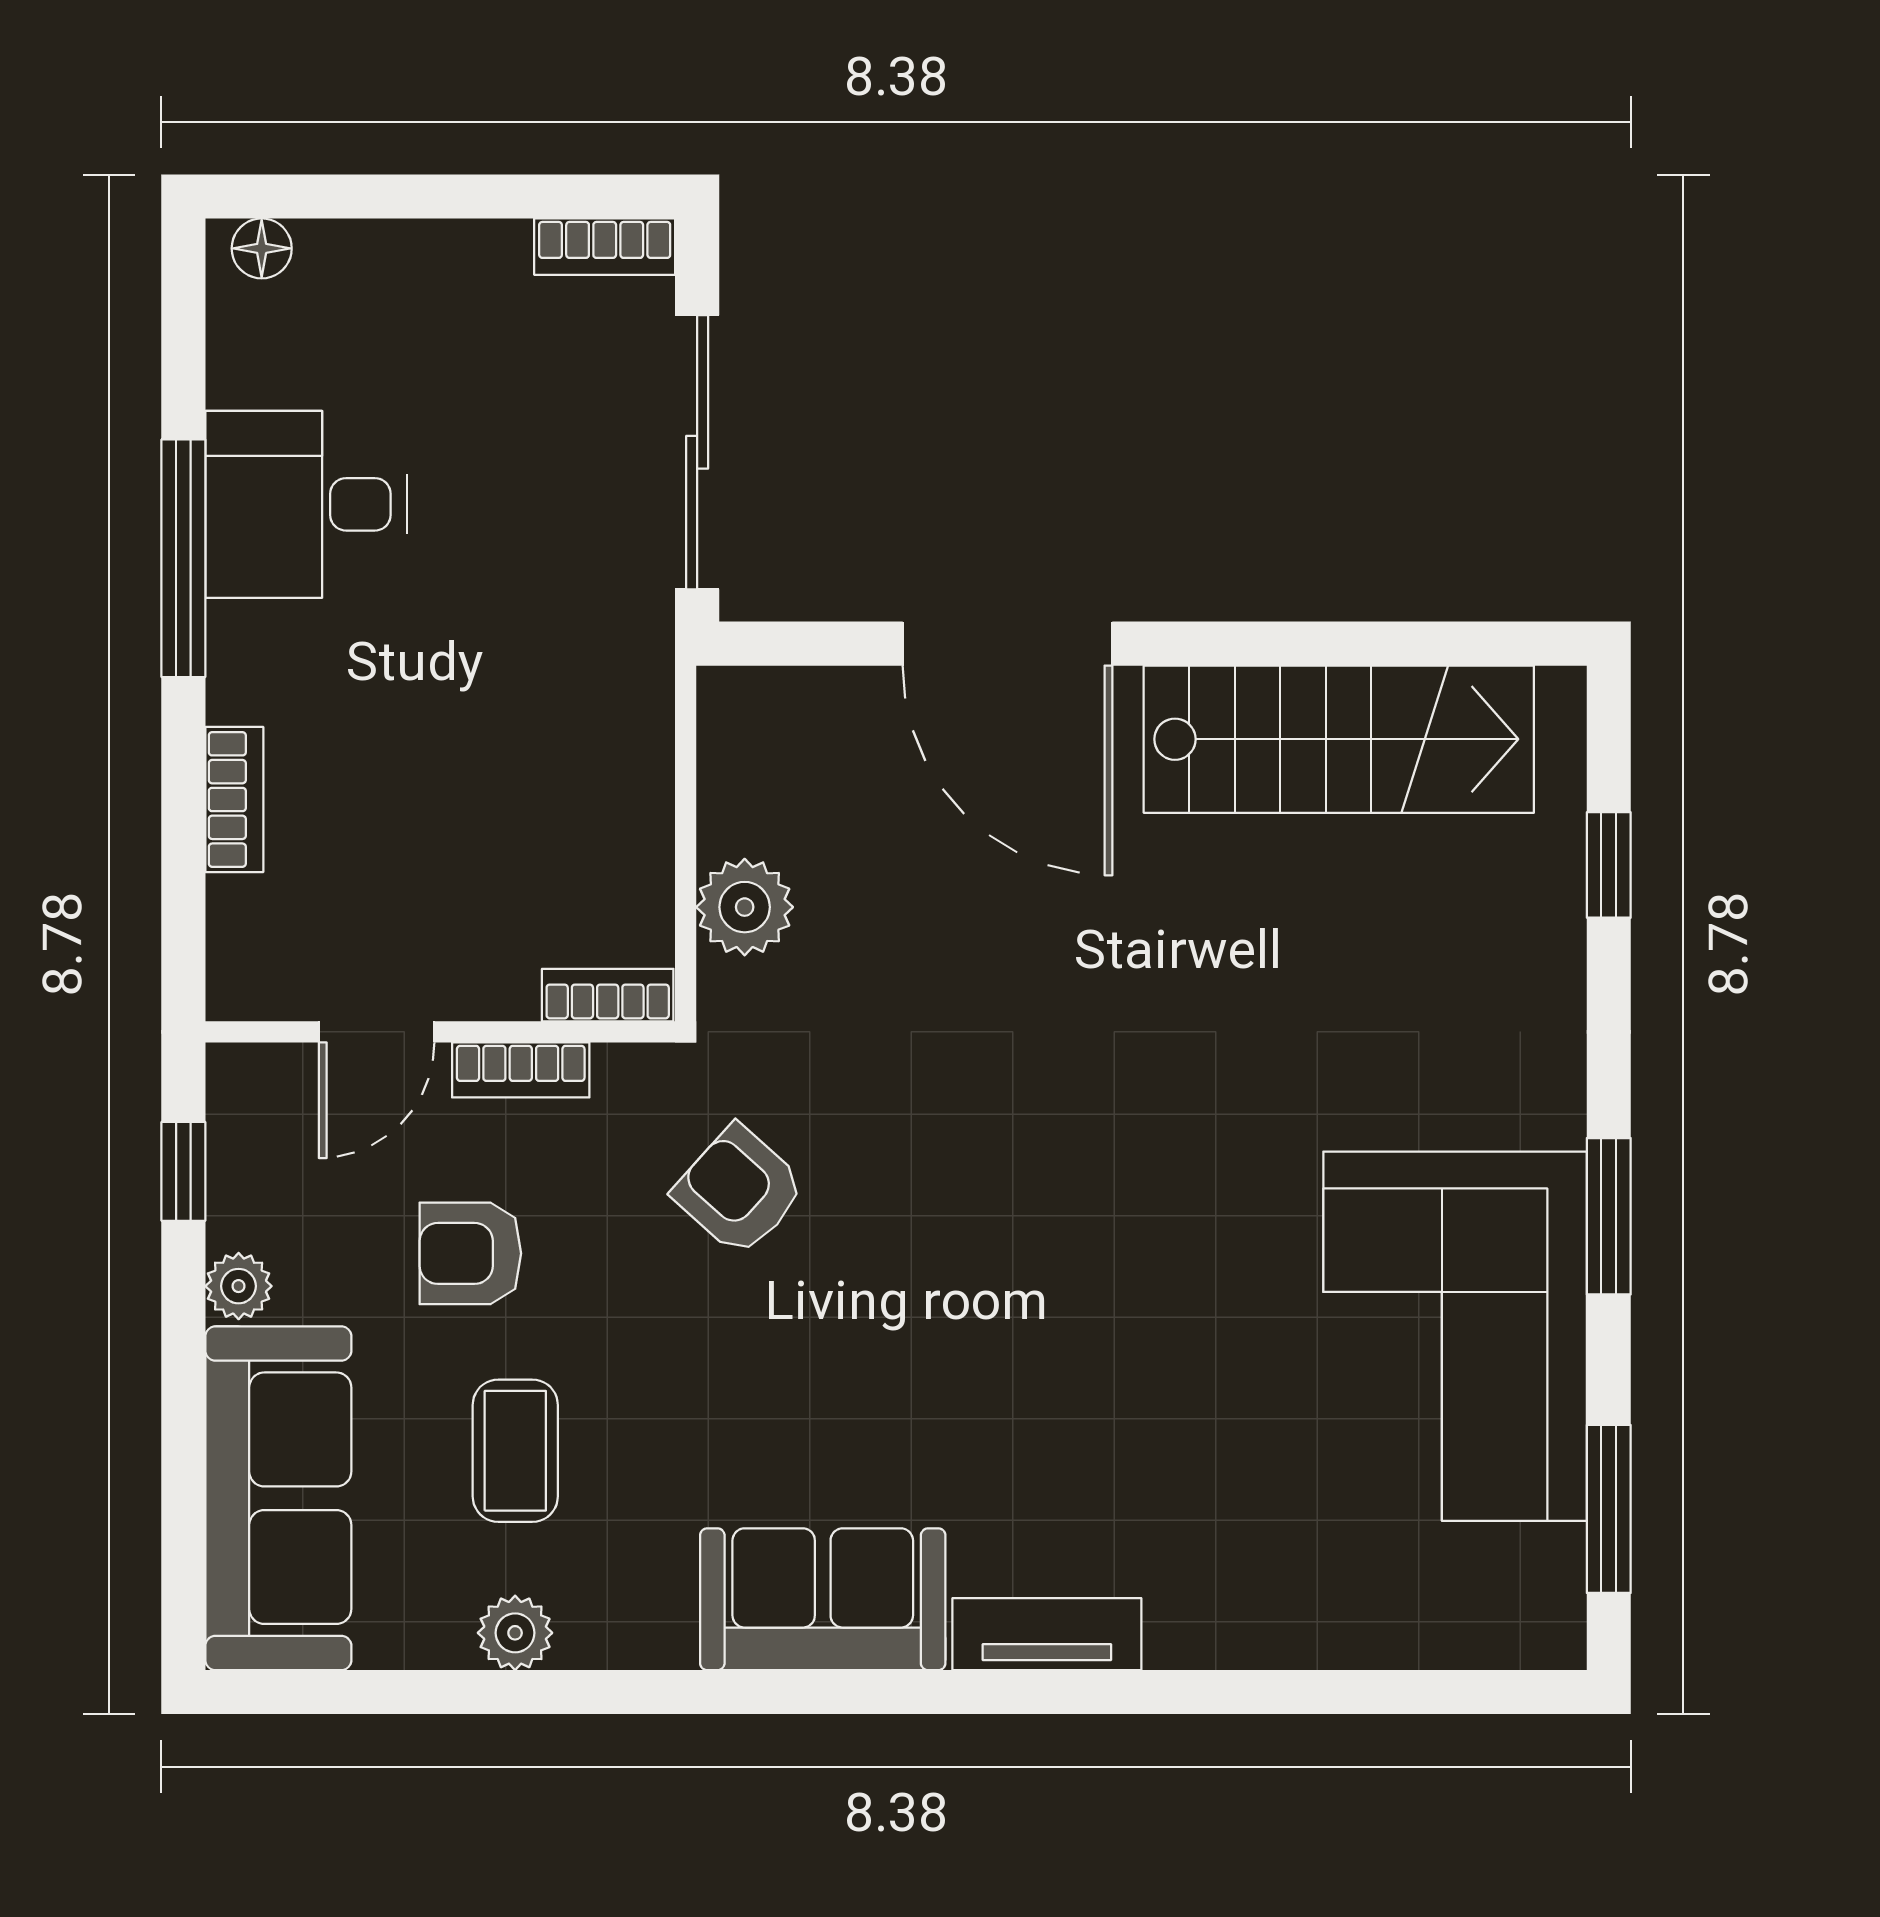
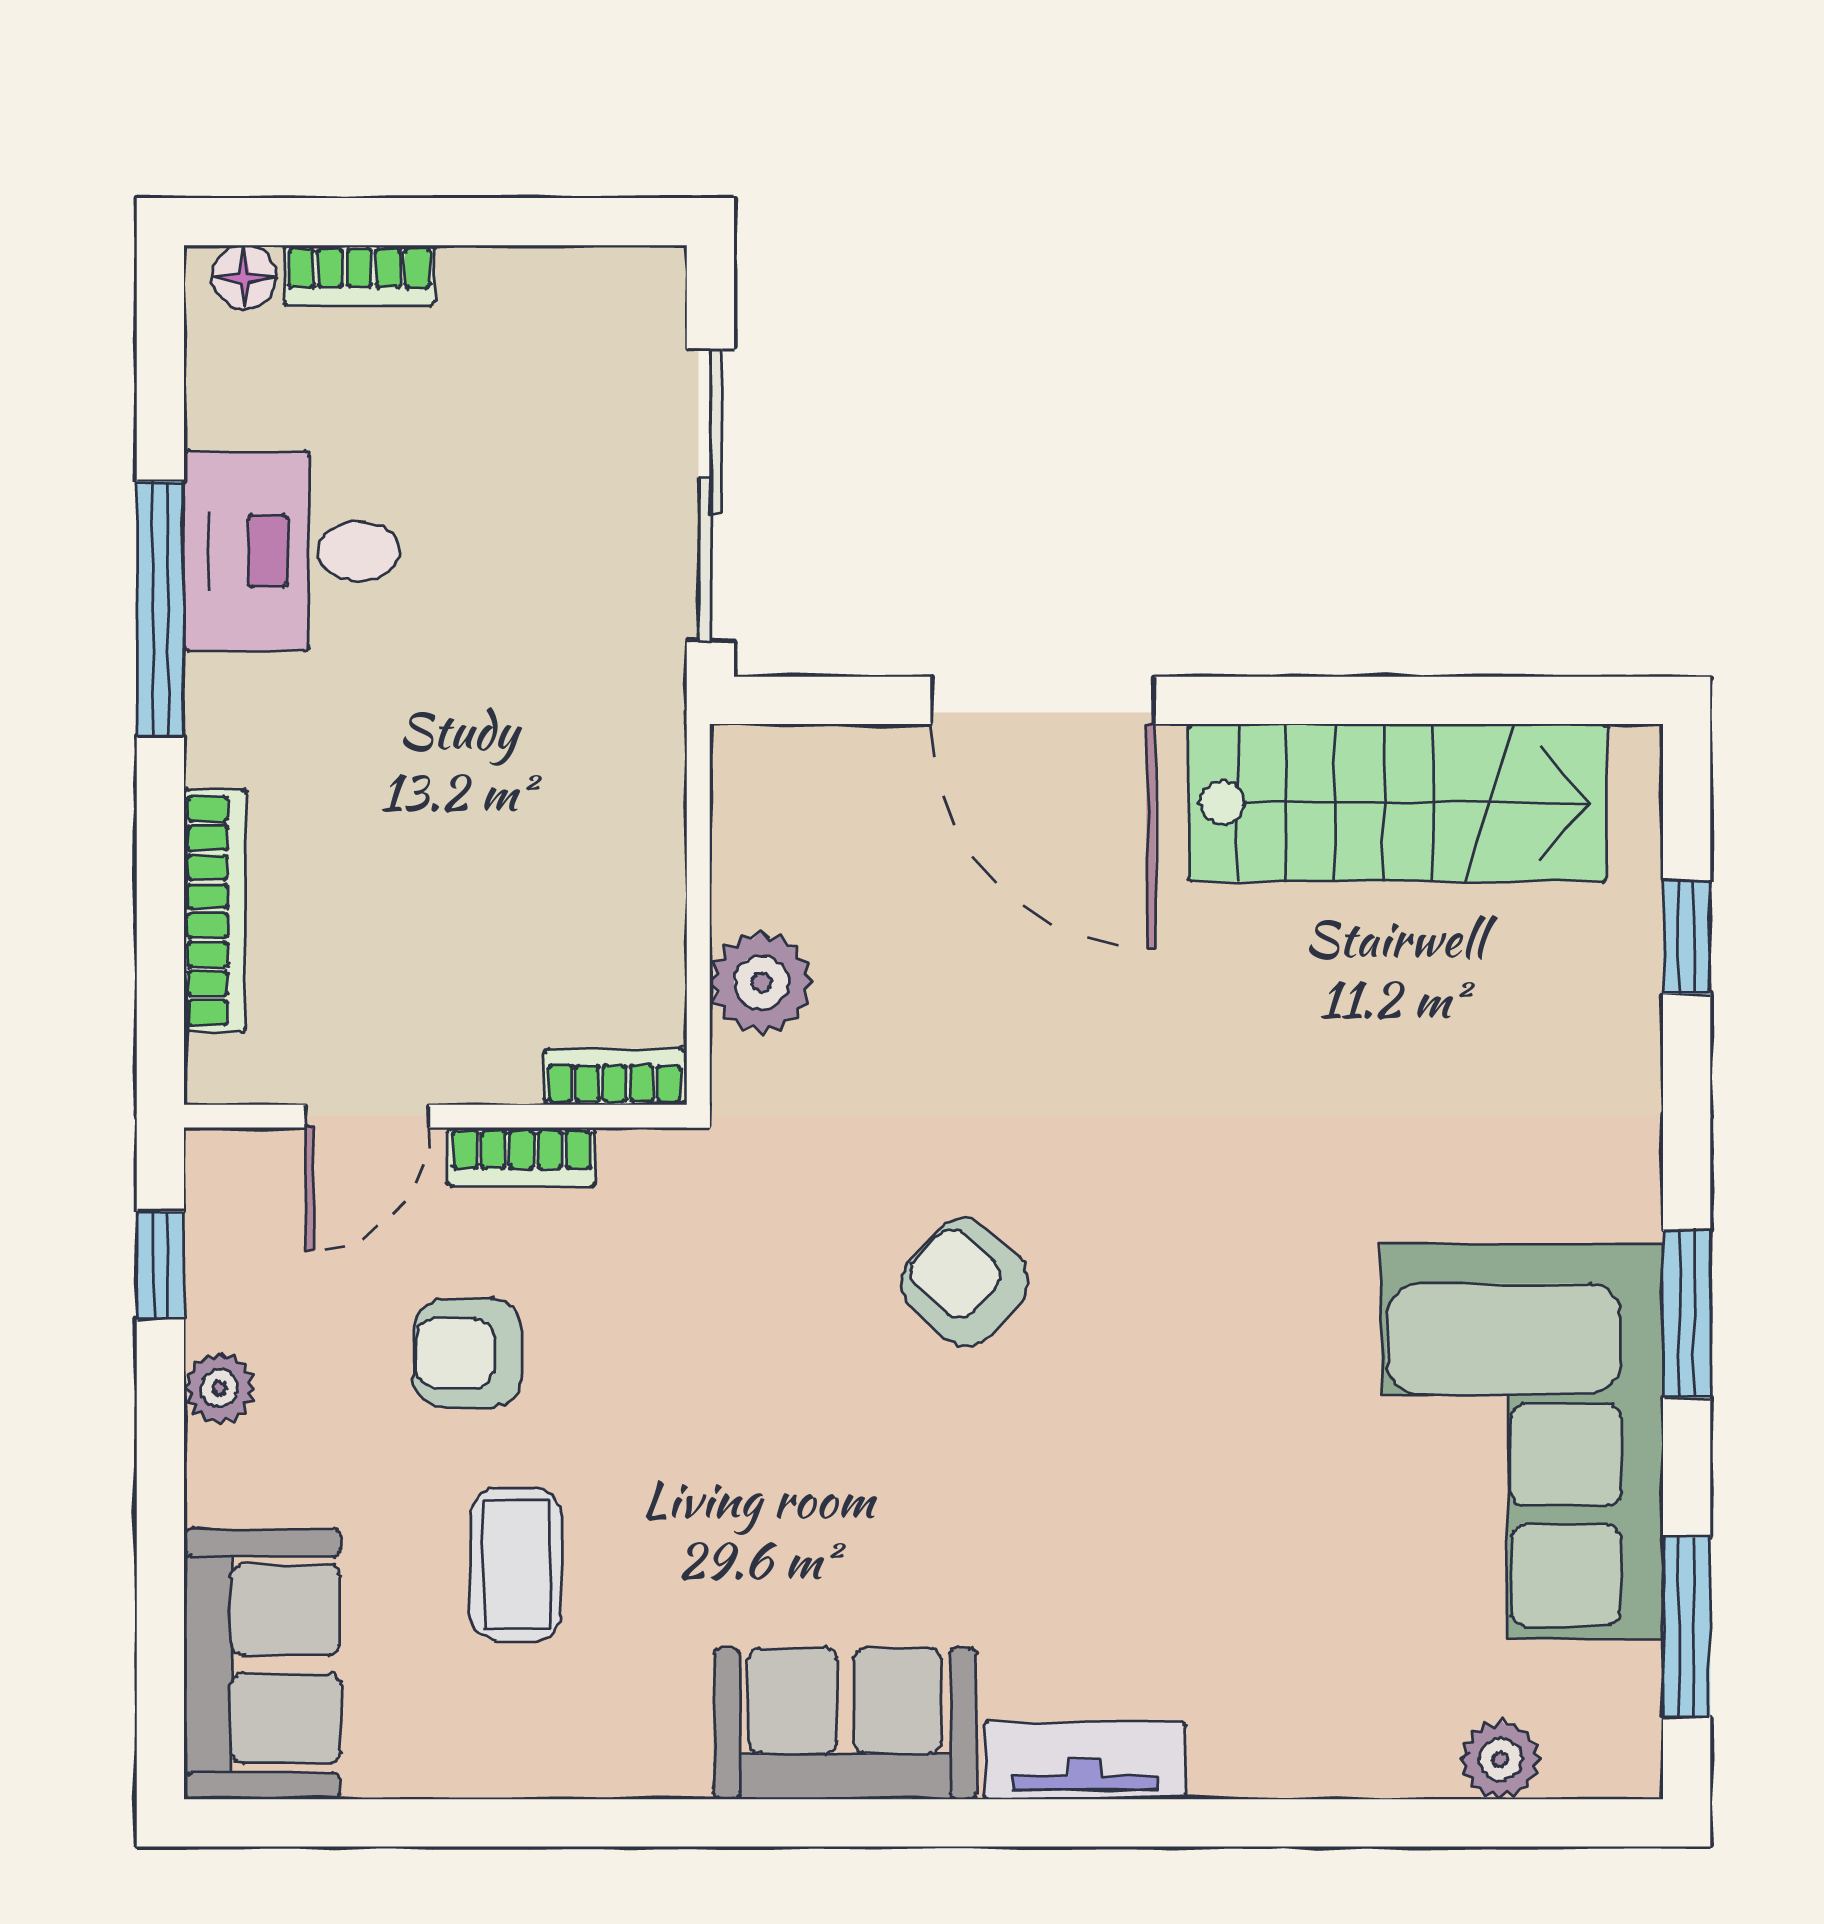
bookcase: (605, 247) -> (359, 275), moved
bookcase: (234, 799) -> (215, 911), width x1.56
armchair: (739, 1190) -> (965, 1282), moved
sofa: (278, 1498) -> (262, 1664), width x0.73
plant: (515, 1633) -> (1500, 1759), moved

